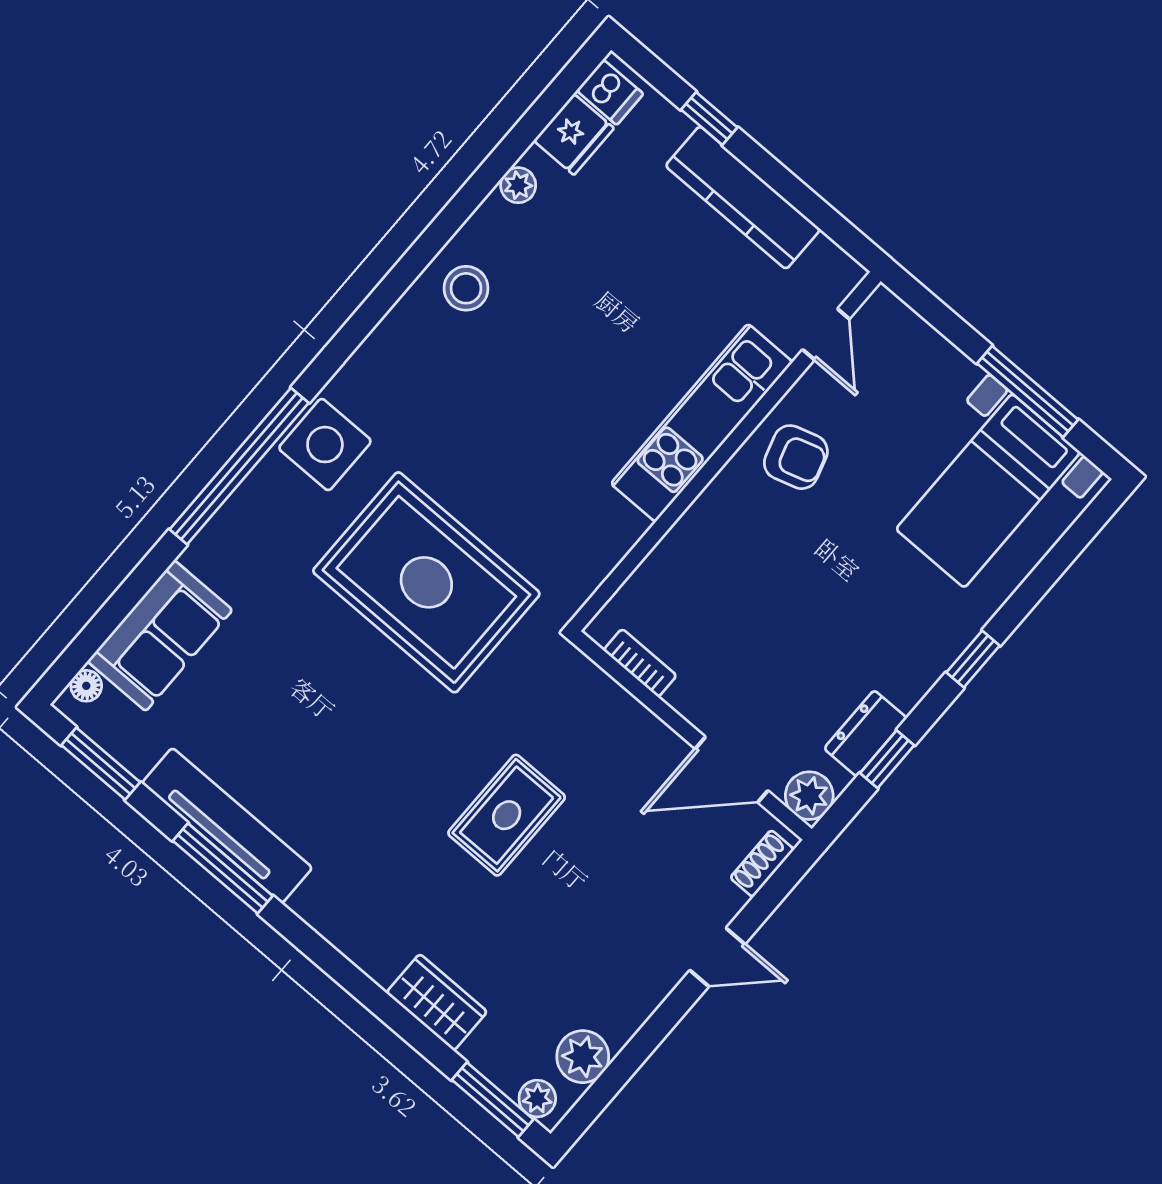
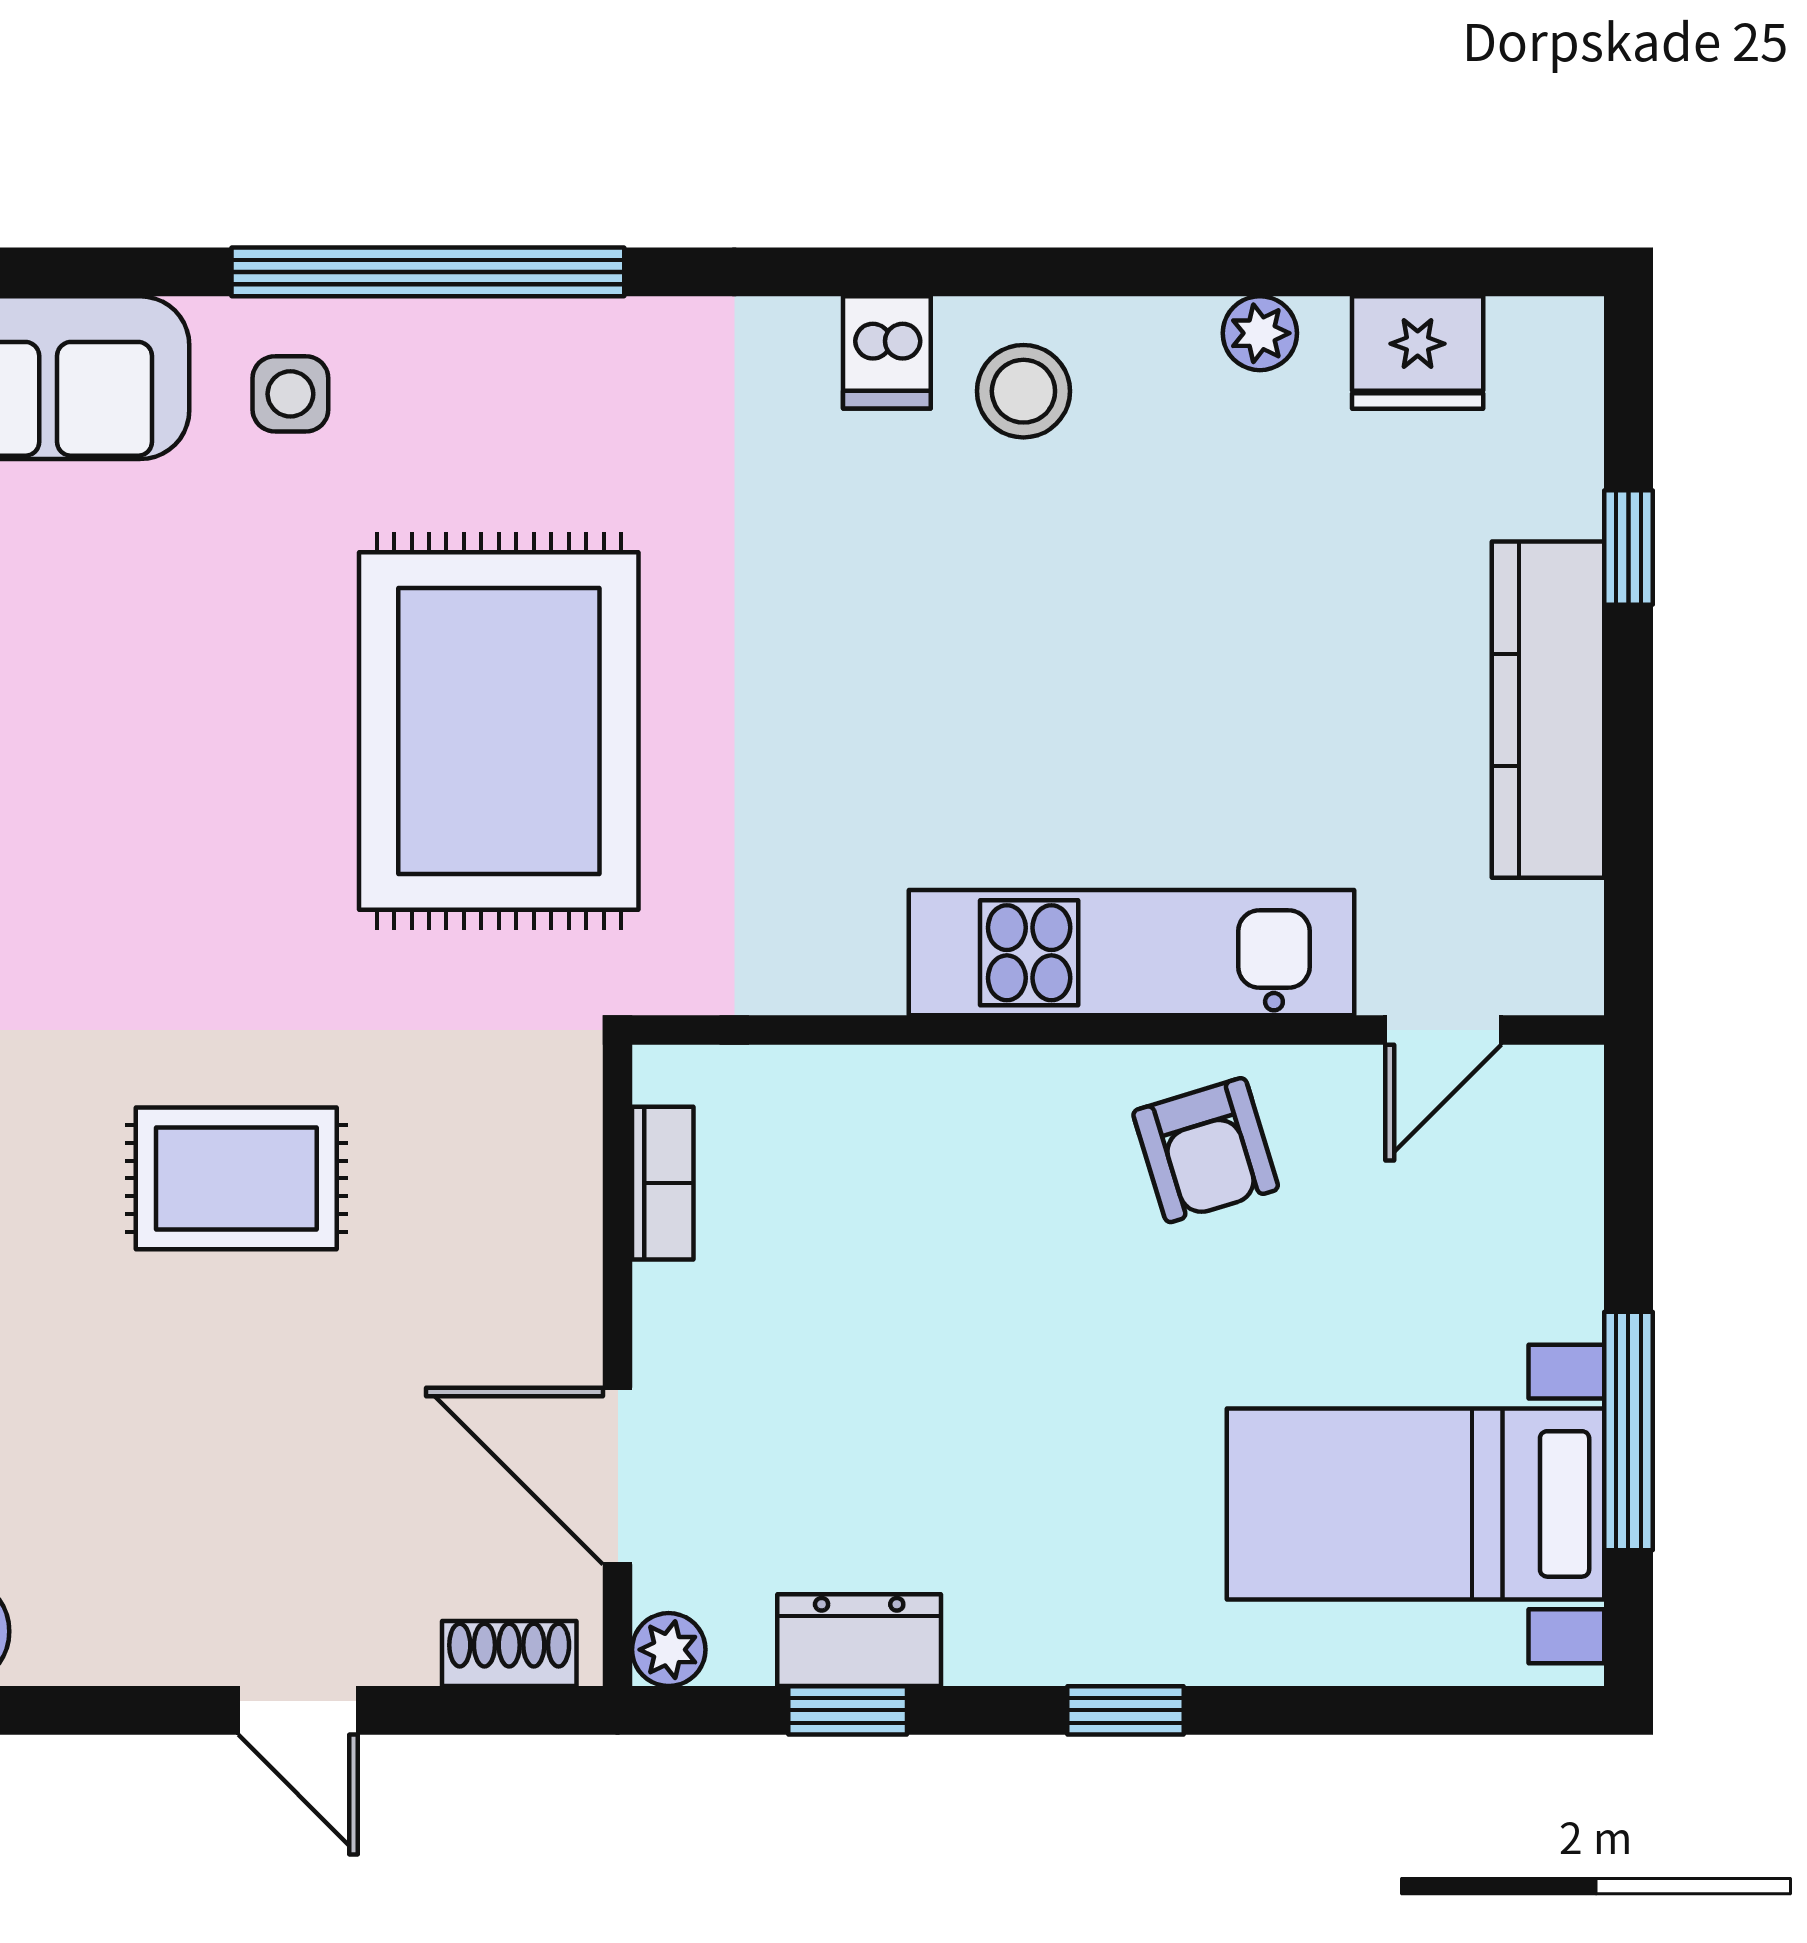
dishwasher: (610, 92) -> (887, 352), moved
side table: (325, 445) -> (290, 394), moved, width x0.54, depth x0.54
plant: (809, 796) -> (669, 1650), width x0.73, depth x0.73

